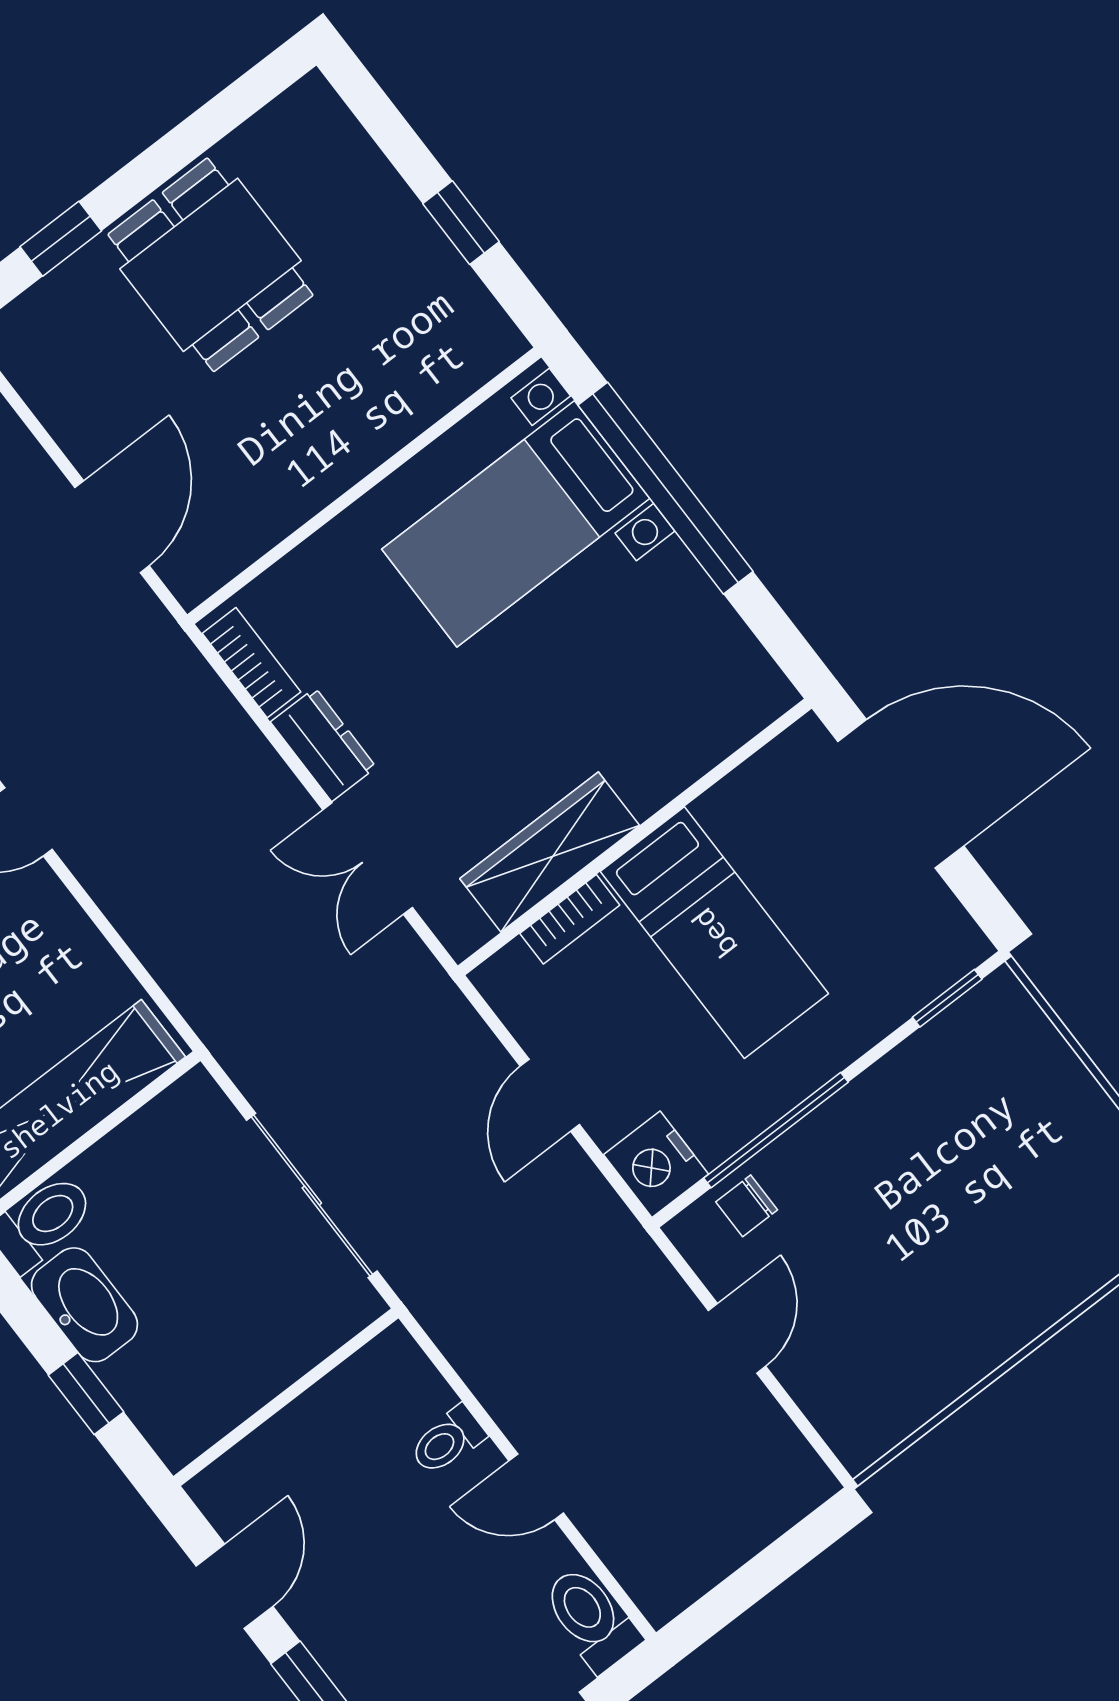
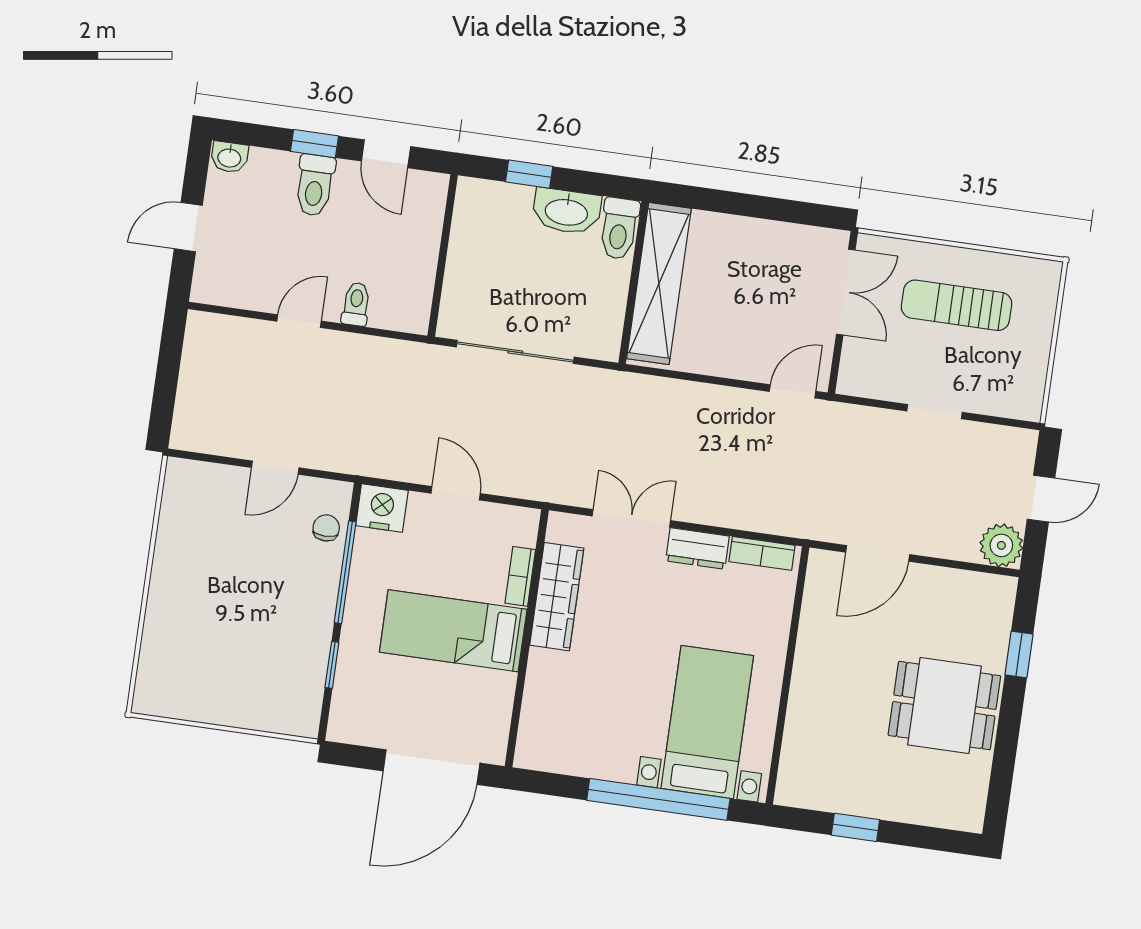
door: (112, 527) -> (878, 553), hinge flipped
window: (947, 998) -> (332, 665), moved
door: (737, 1338) -> (275, 468), hinge flipped
toilet: (591, 1619) -> (315, 185), moved, turned 90

